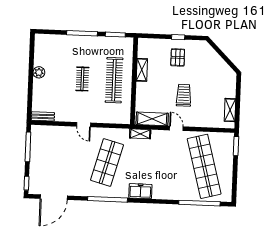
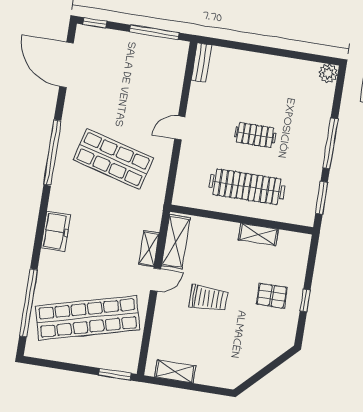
plant: (39, 72) -> (328, 73), moved
shelving: (140, 134) -> (149, 249), moved
freezer: (140, 191) -> (56, 231), moved

